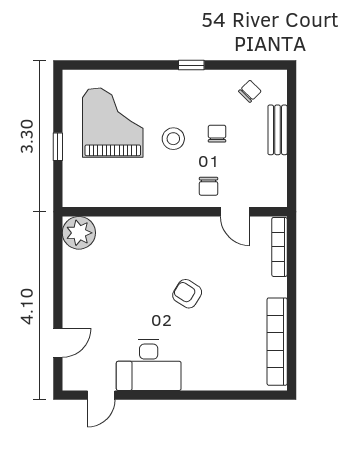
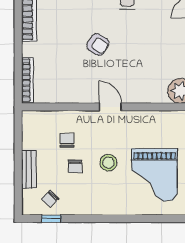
window: (191, 65) -> (51, 219), moved
chair: (208, 186) -> (67, 140), moved
door: (235, 212) -> (110, 107), moved

